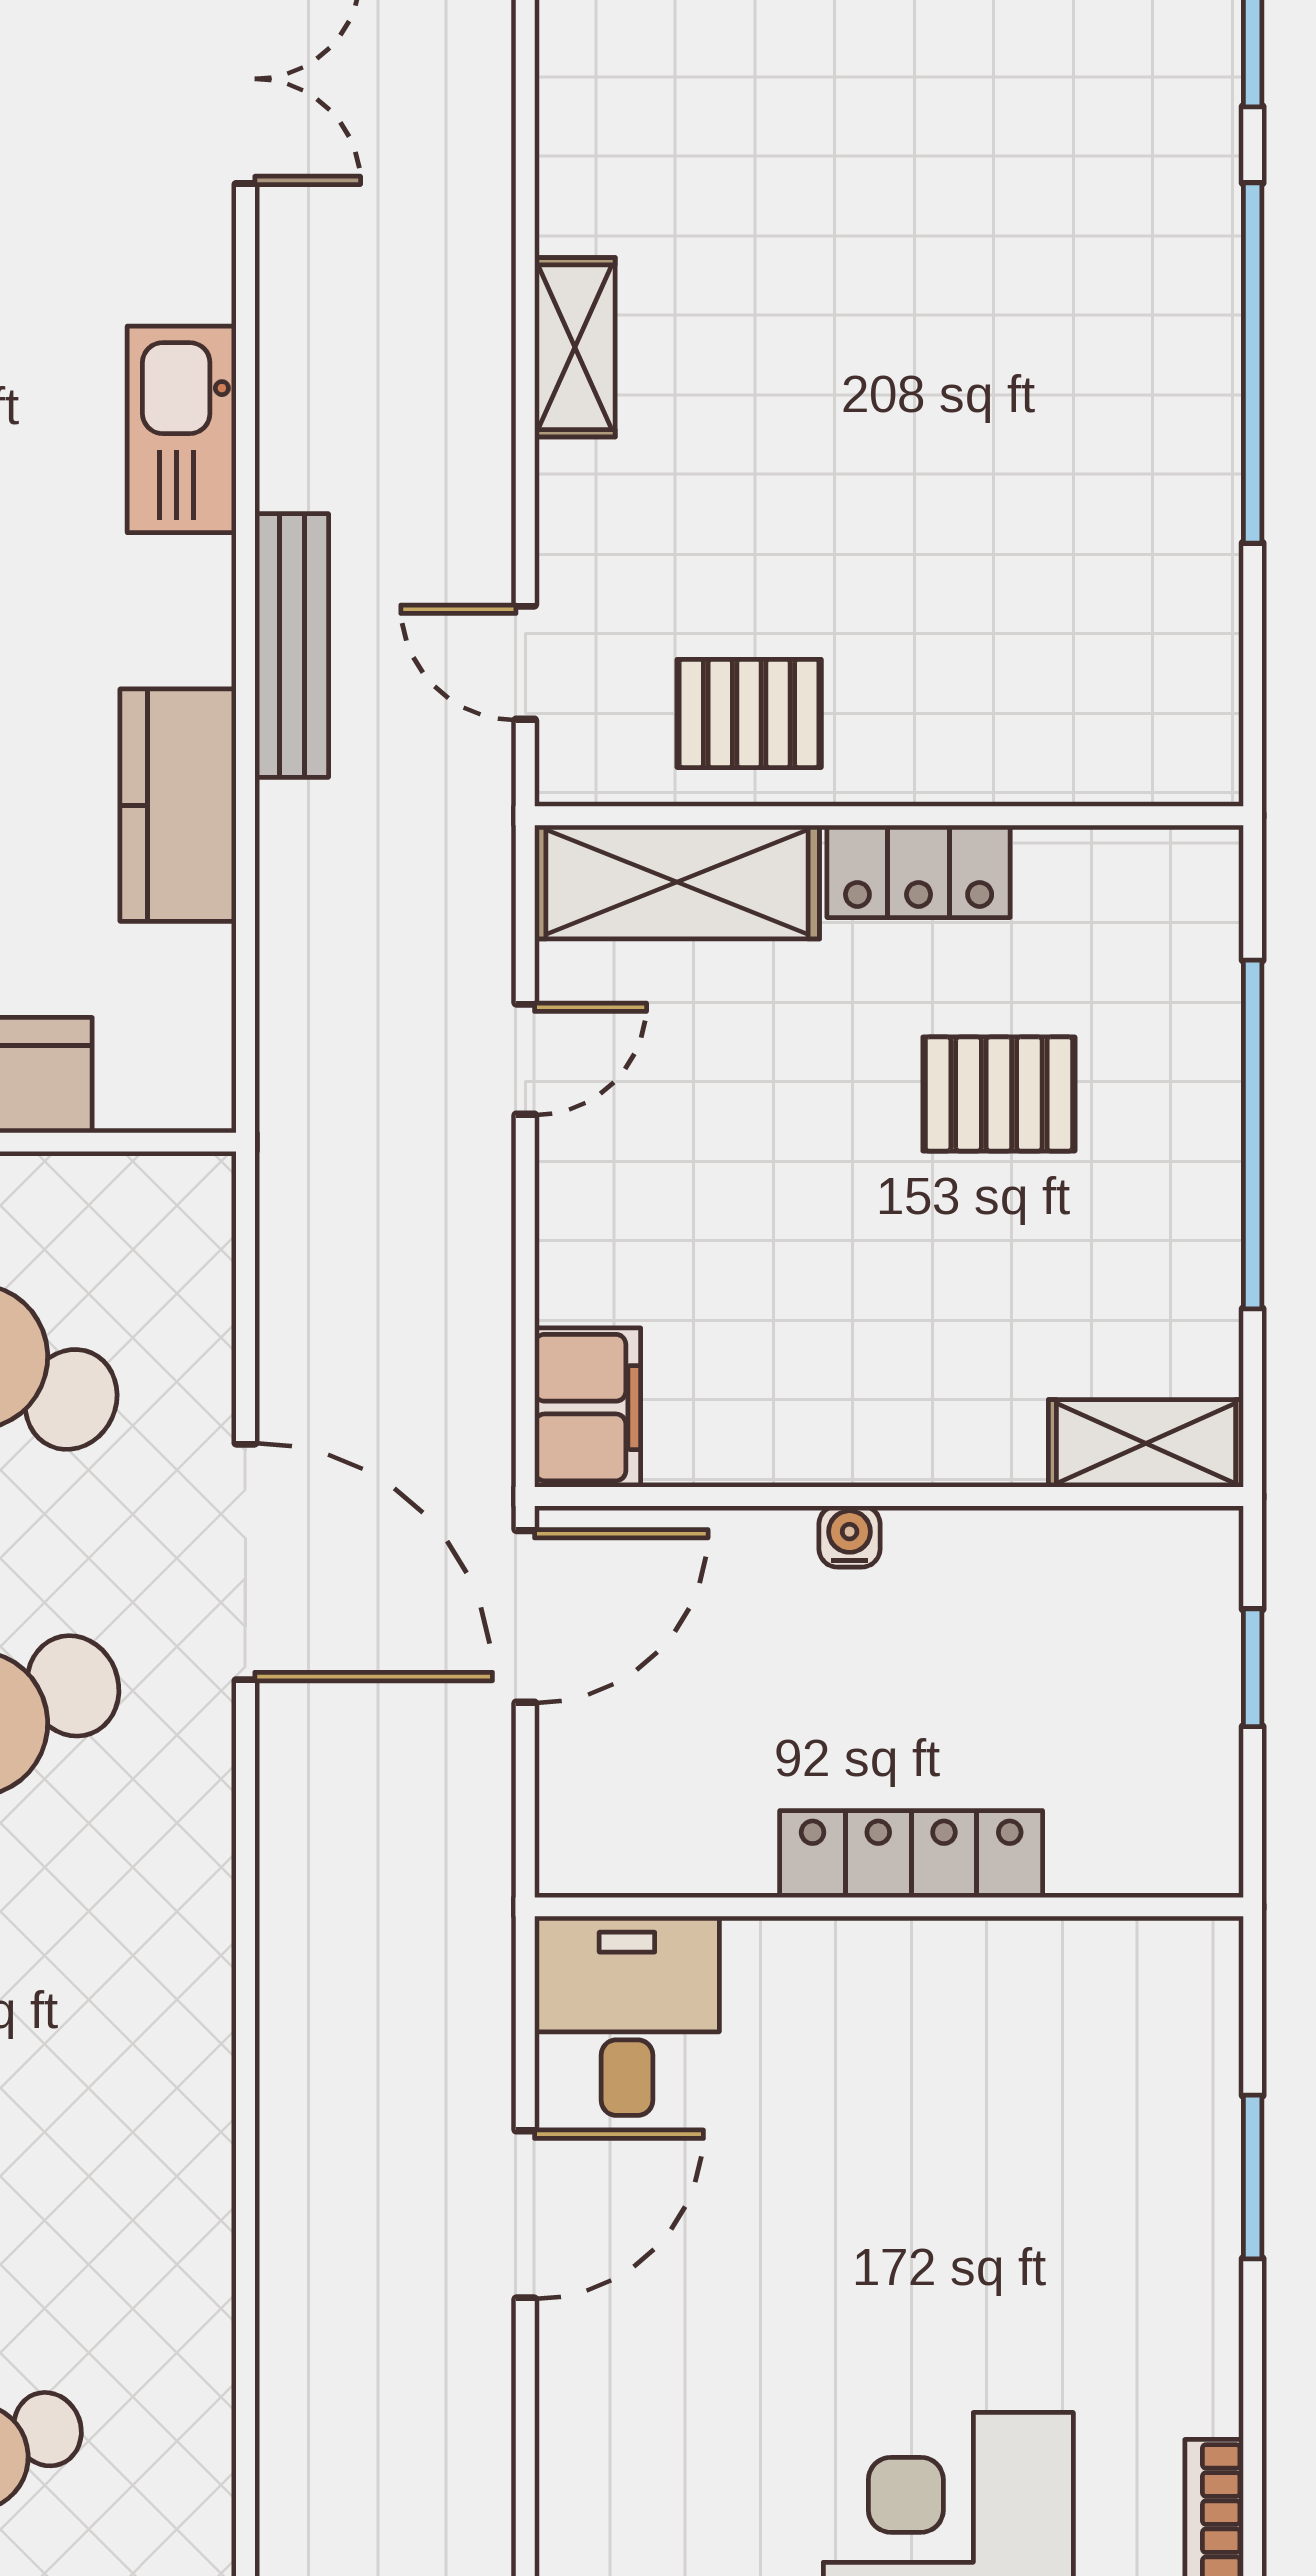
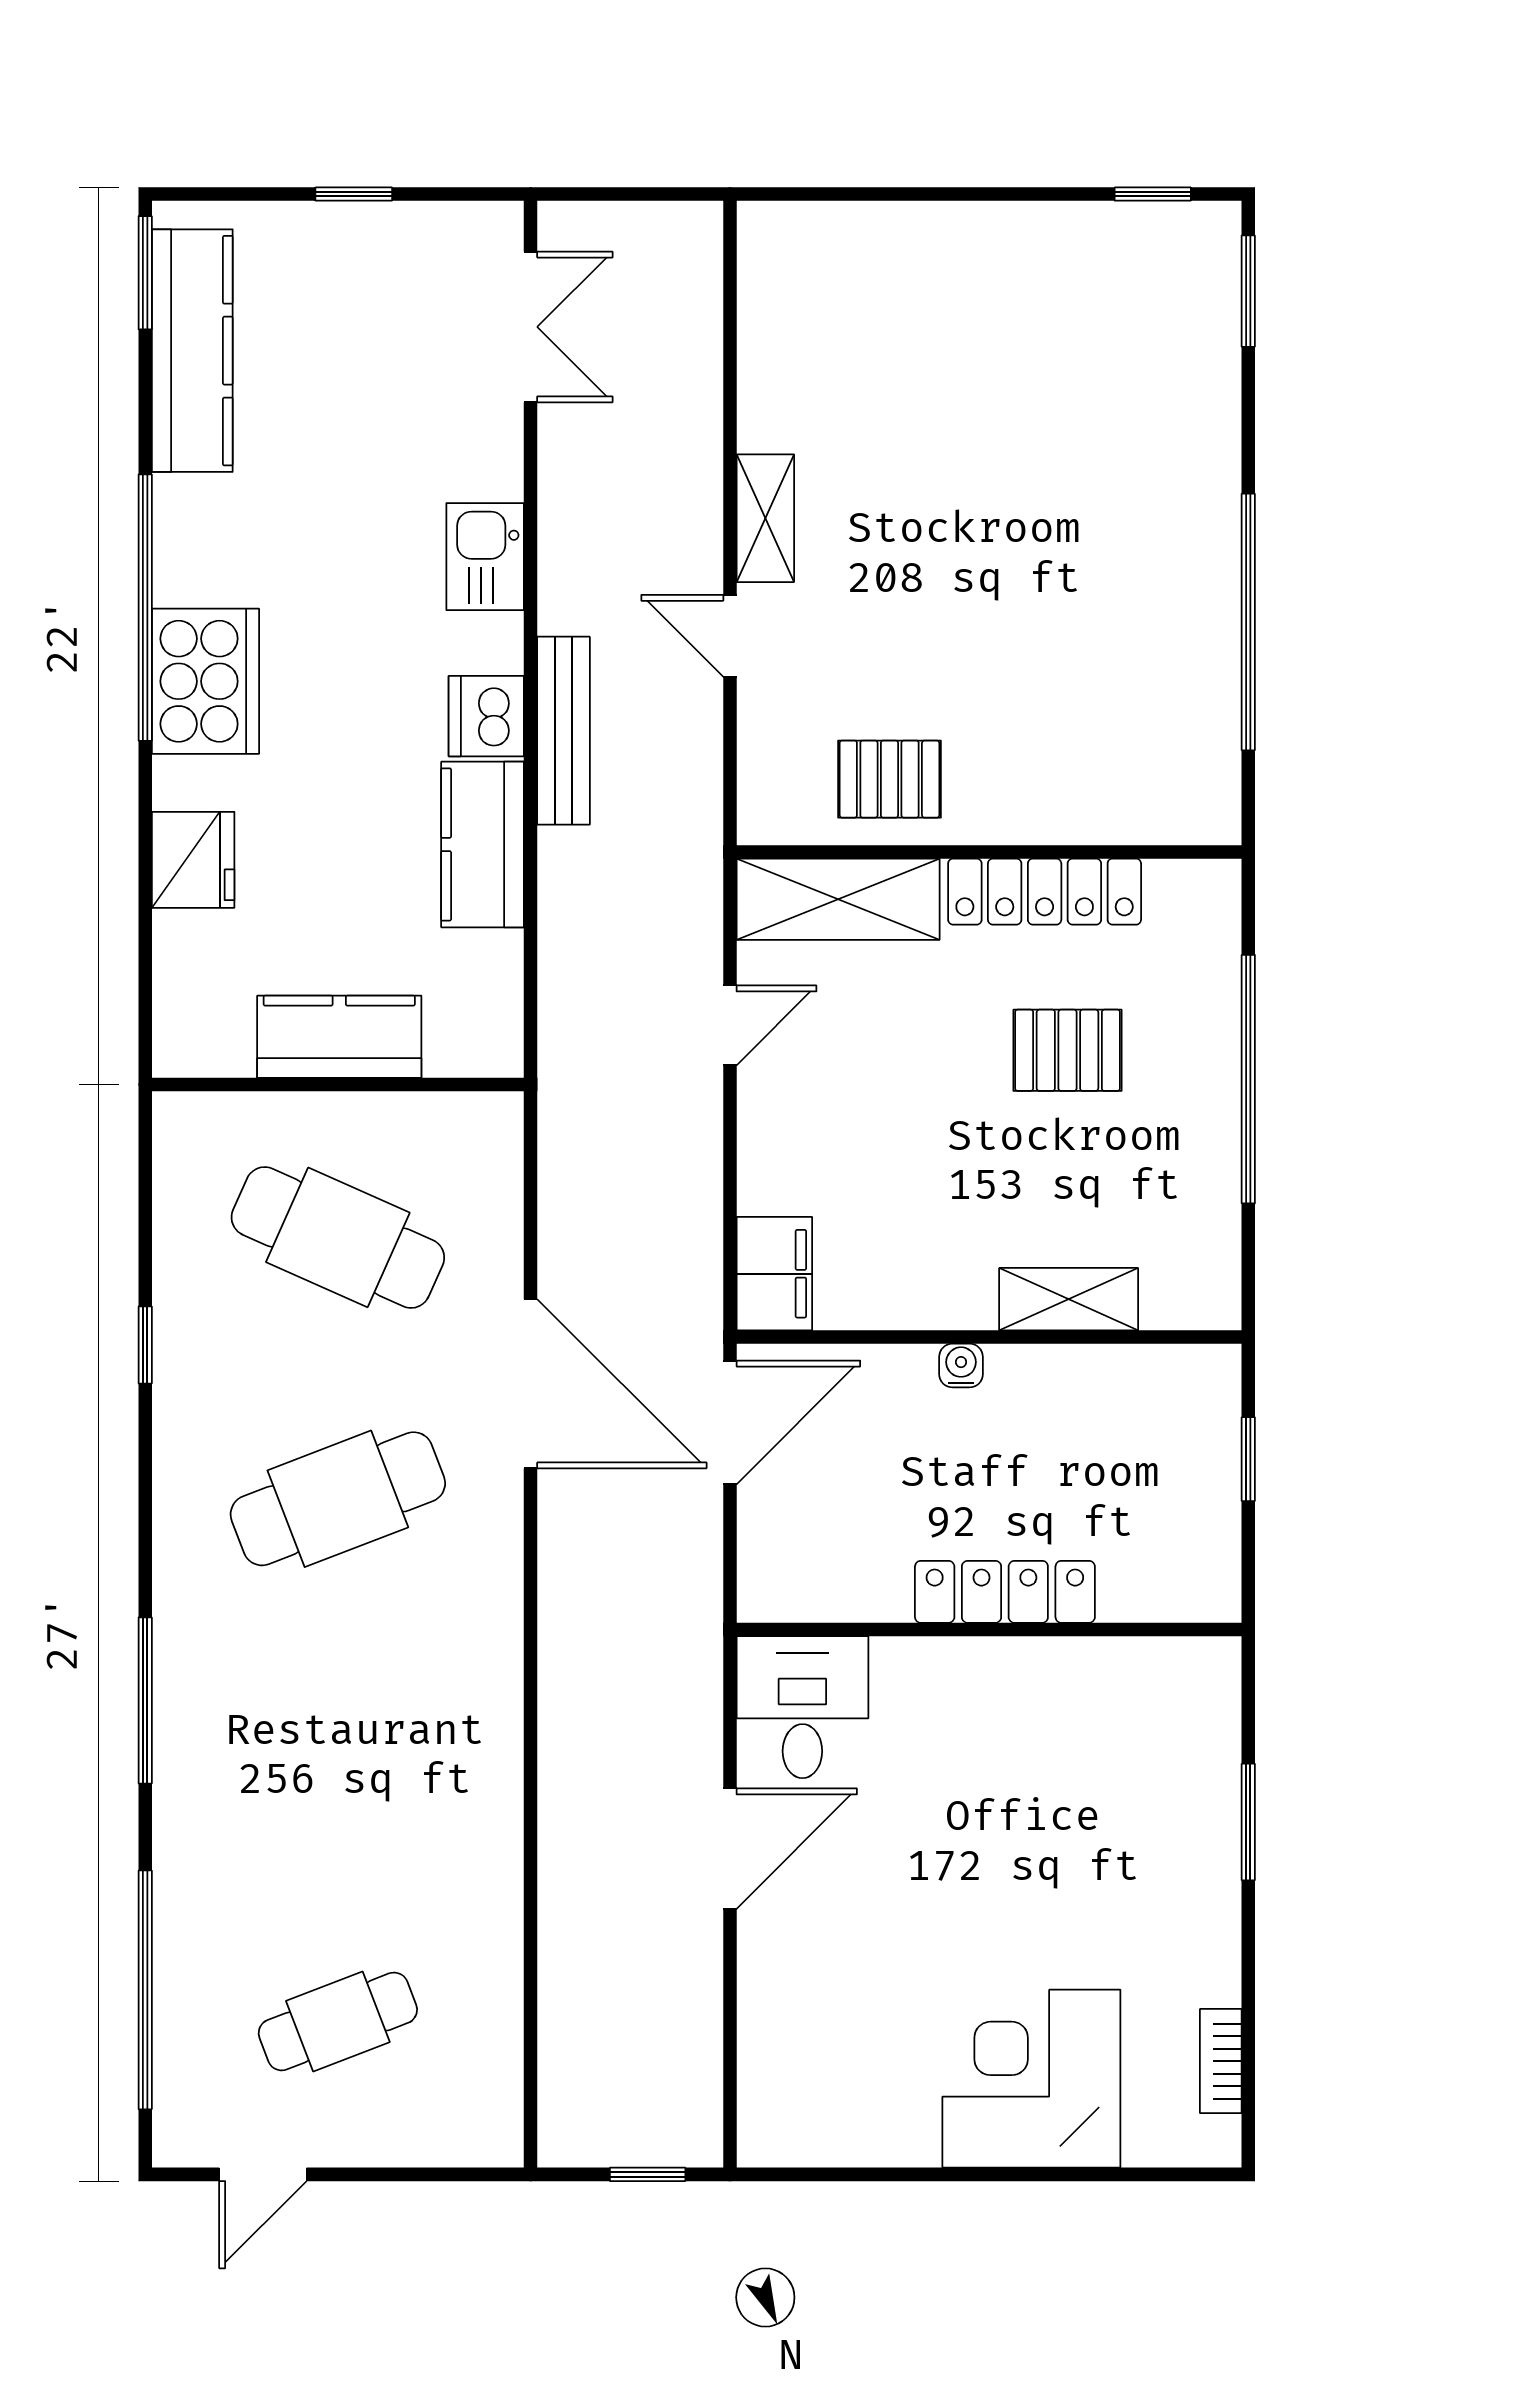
window: (1253, 363) -> (1248, 622), moved
kitchen sink: (182, 429) -> (485, 557), width x0.73
dishwasher: (183, 625) -> (486, 716), added
door: (525, 663) -> (730, 636), moved
locker: (919, 871) -> (1045, 892), width x1.53
shelving: (1146, 1443) -> (1069, 1299), moved

